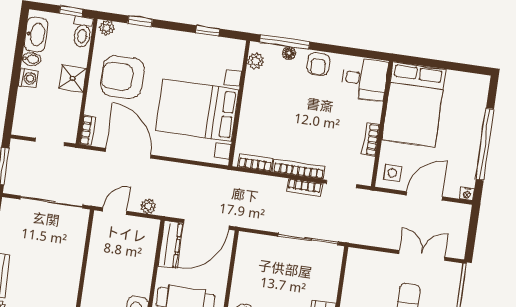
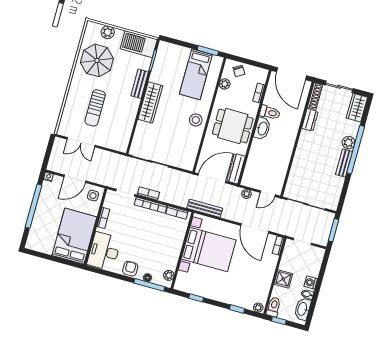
armchair: (122, 77) -> (252, 276), removed
desk: (364, 79) -> (104, 251), width x1.37
bench: (212, 175) -> (205, 208), added

